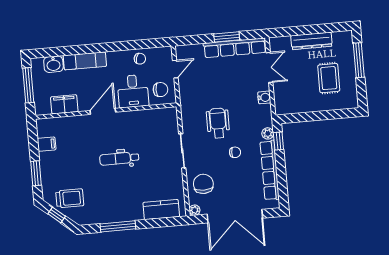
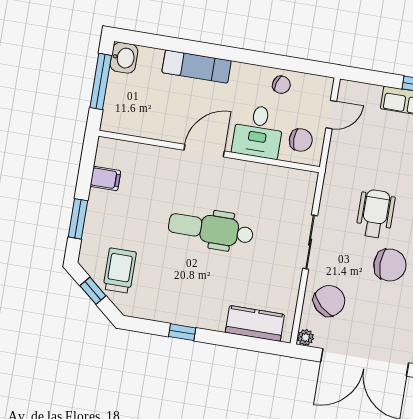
washbasin: (53, 64) -> (124, 58), moved, turned -90
filing cabinet: (64, 104) -> (148, 125), removed
chair: (235, 152) -> (390, 265), width x1.87, depth x1.87
dental chair: (119, 159) -> (211, 229), width x1.36, depth x1.38
chair: (203, 184) -> (329, 301), turned 43
trolley: (70, 198) -> (120, 271), turned -90
window: (118, 226) -> (182, 332), width x0.46

